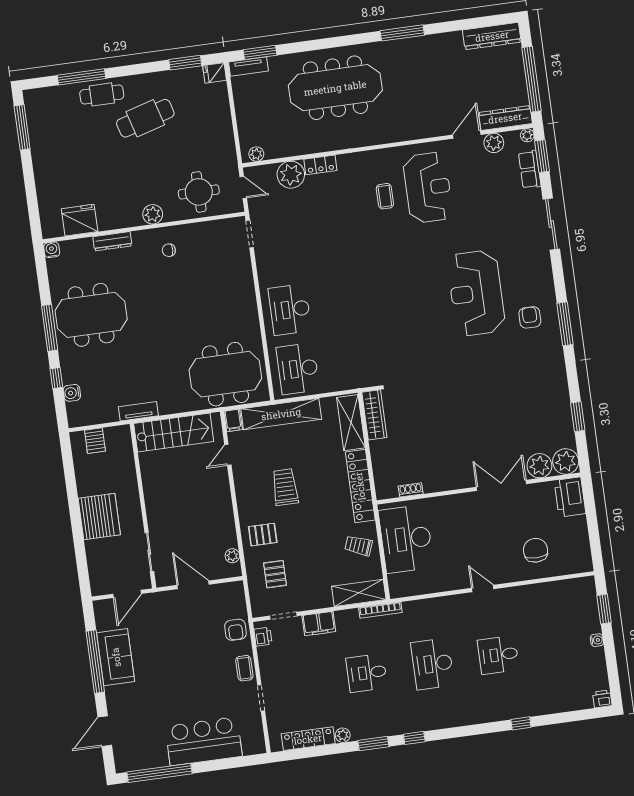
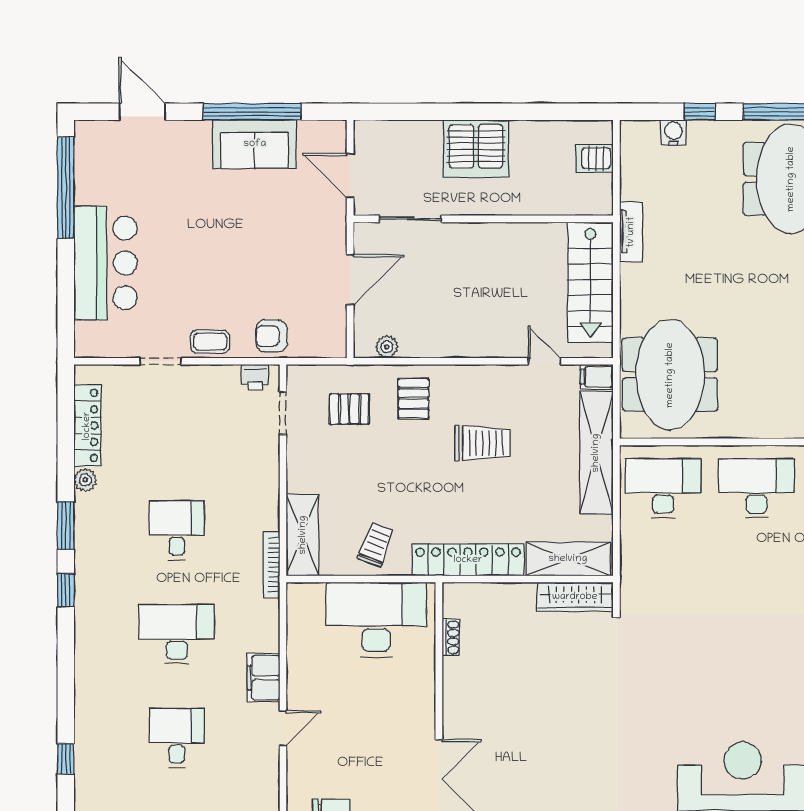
filing cabinet: (319, 624) -> (264, 678), moved

